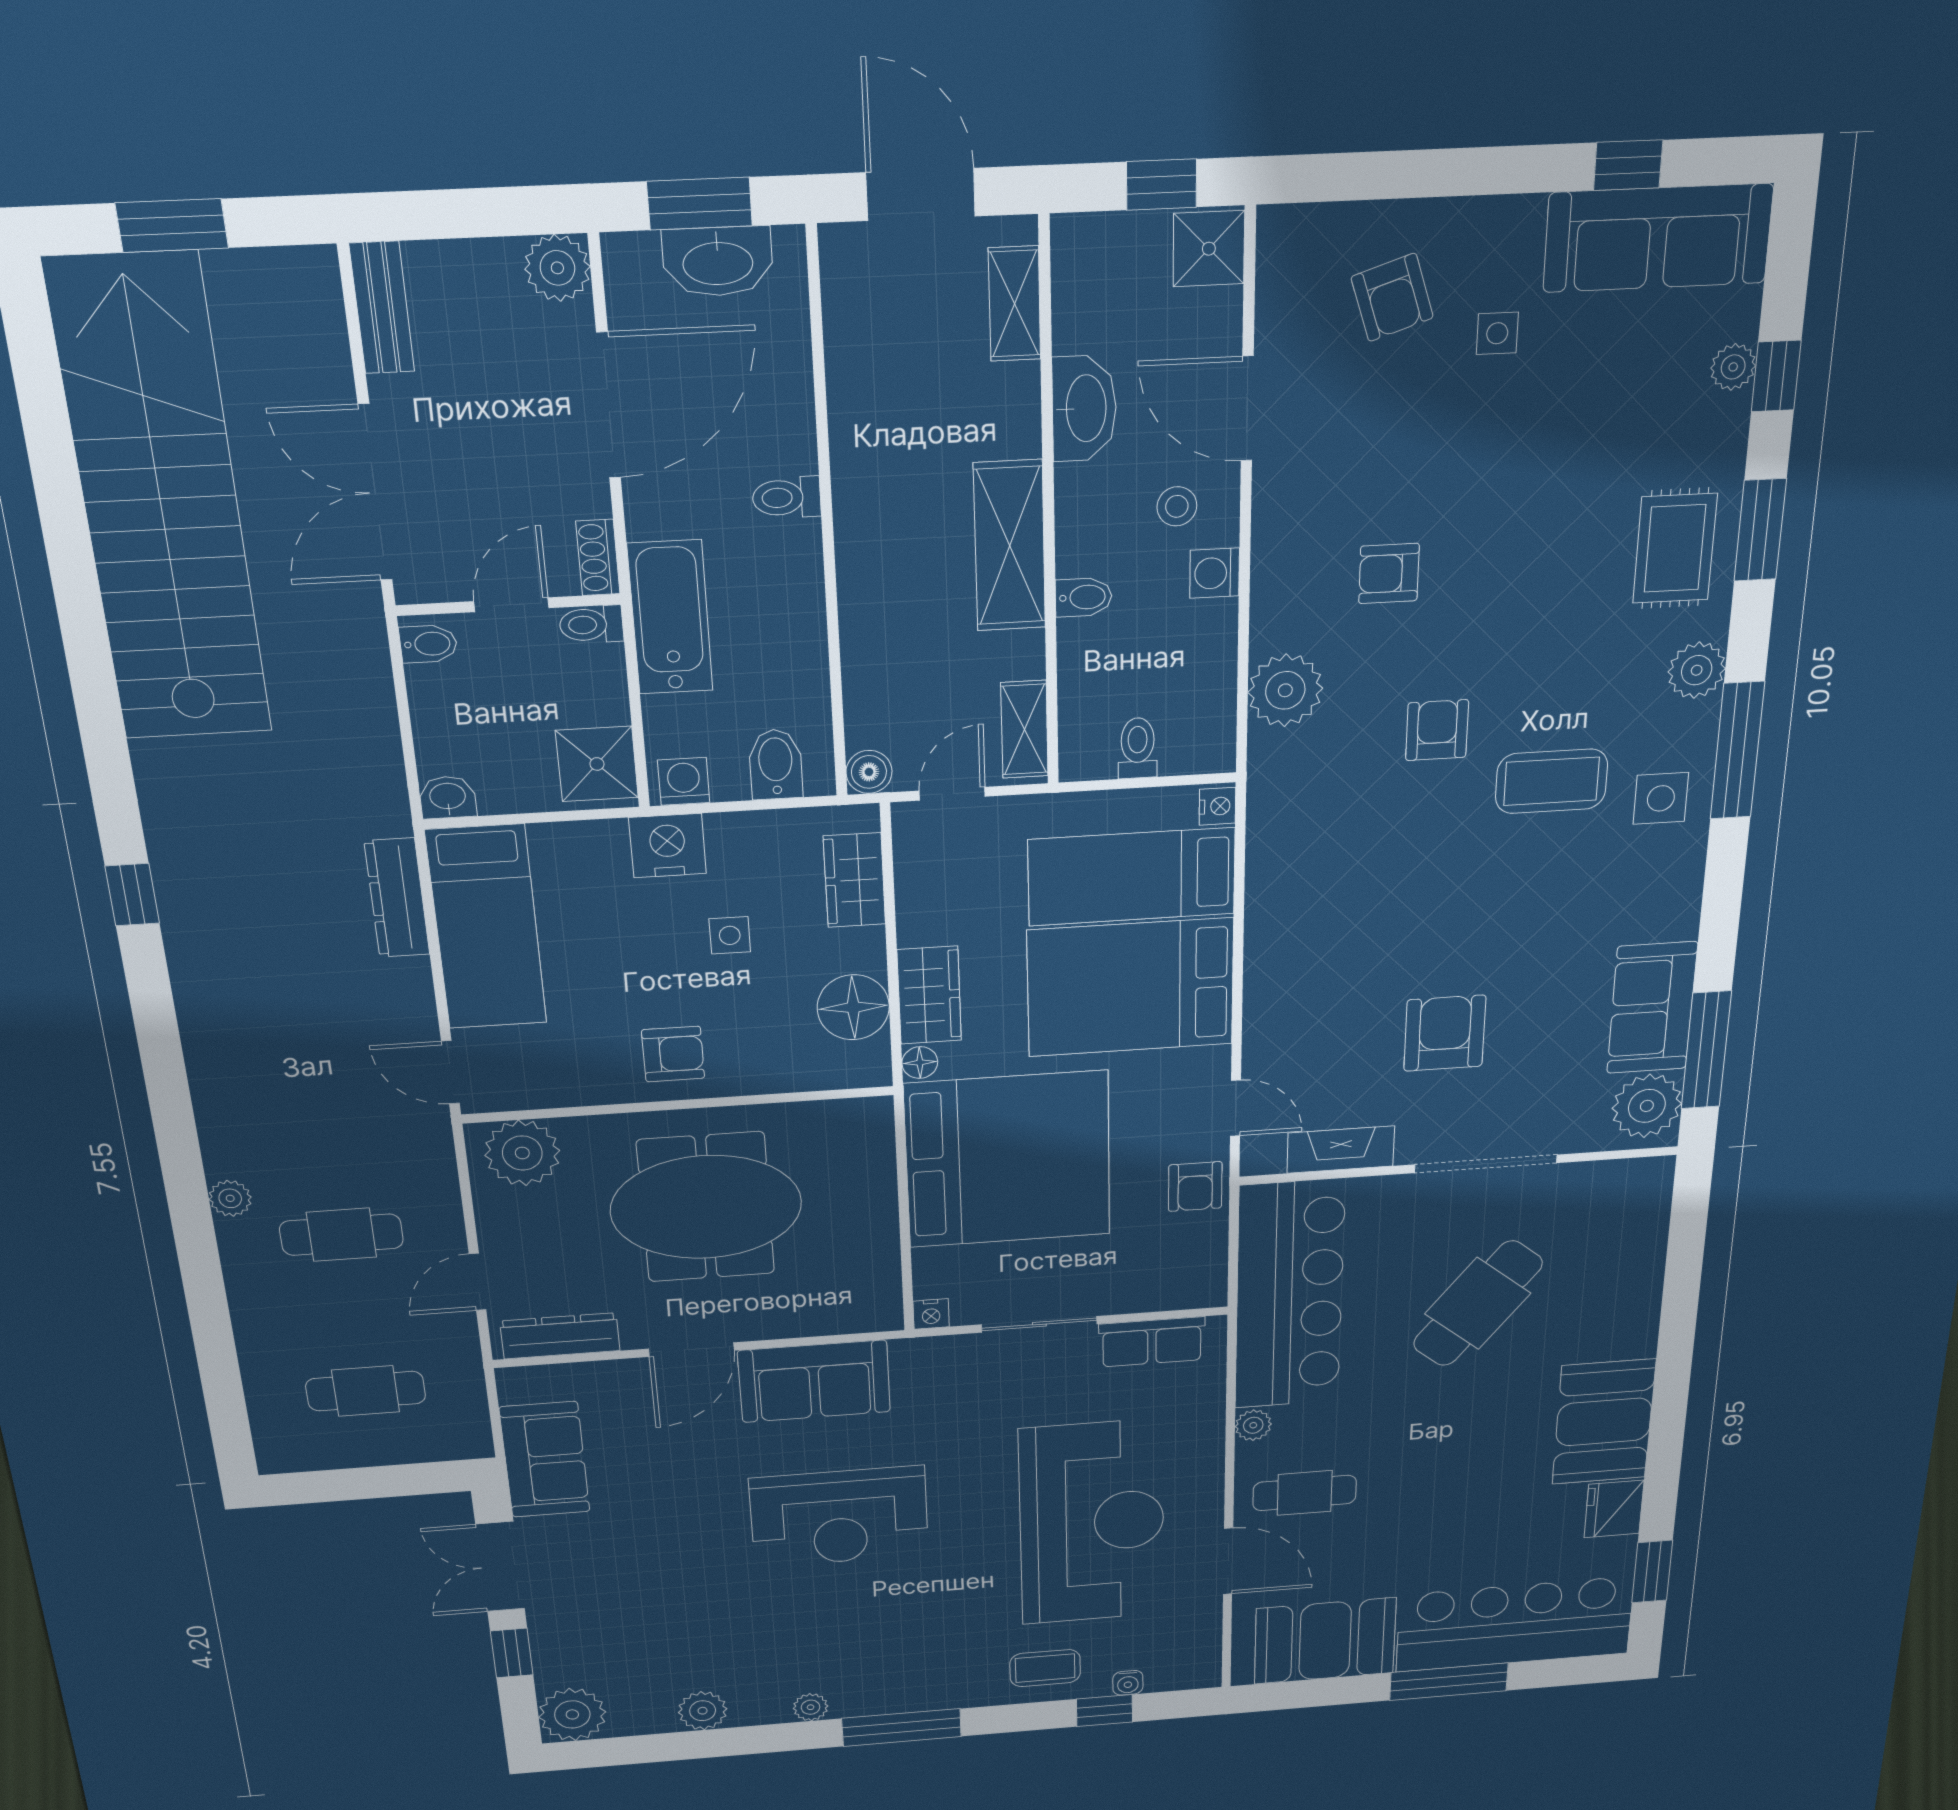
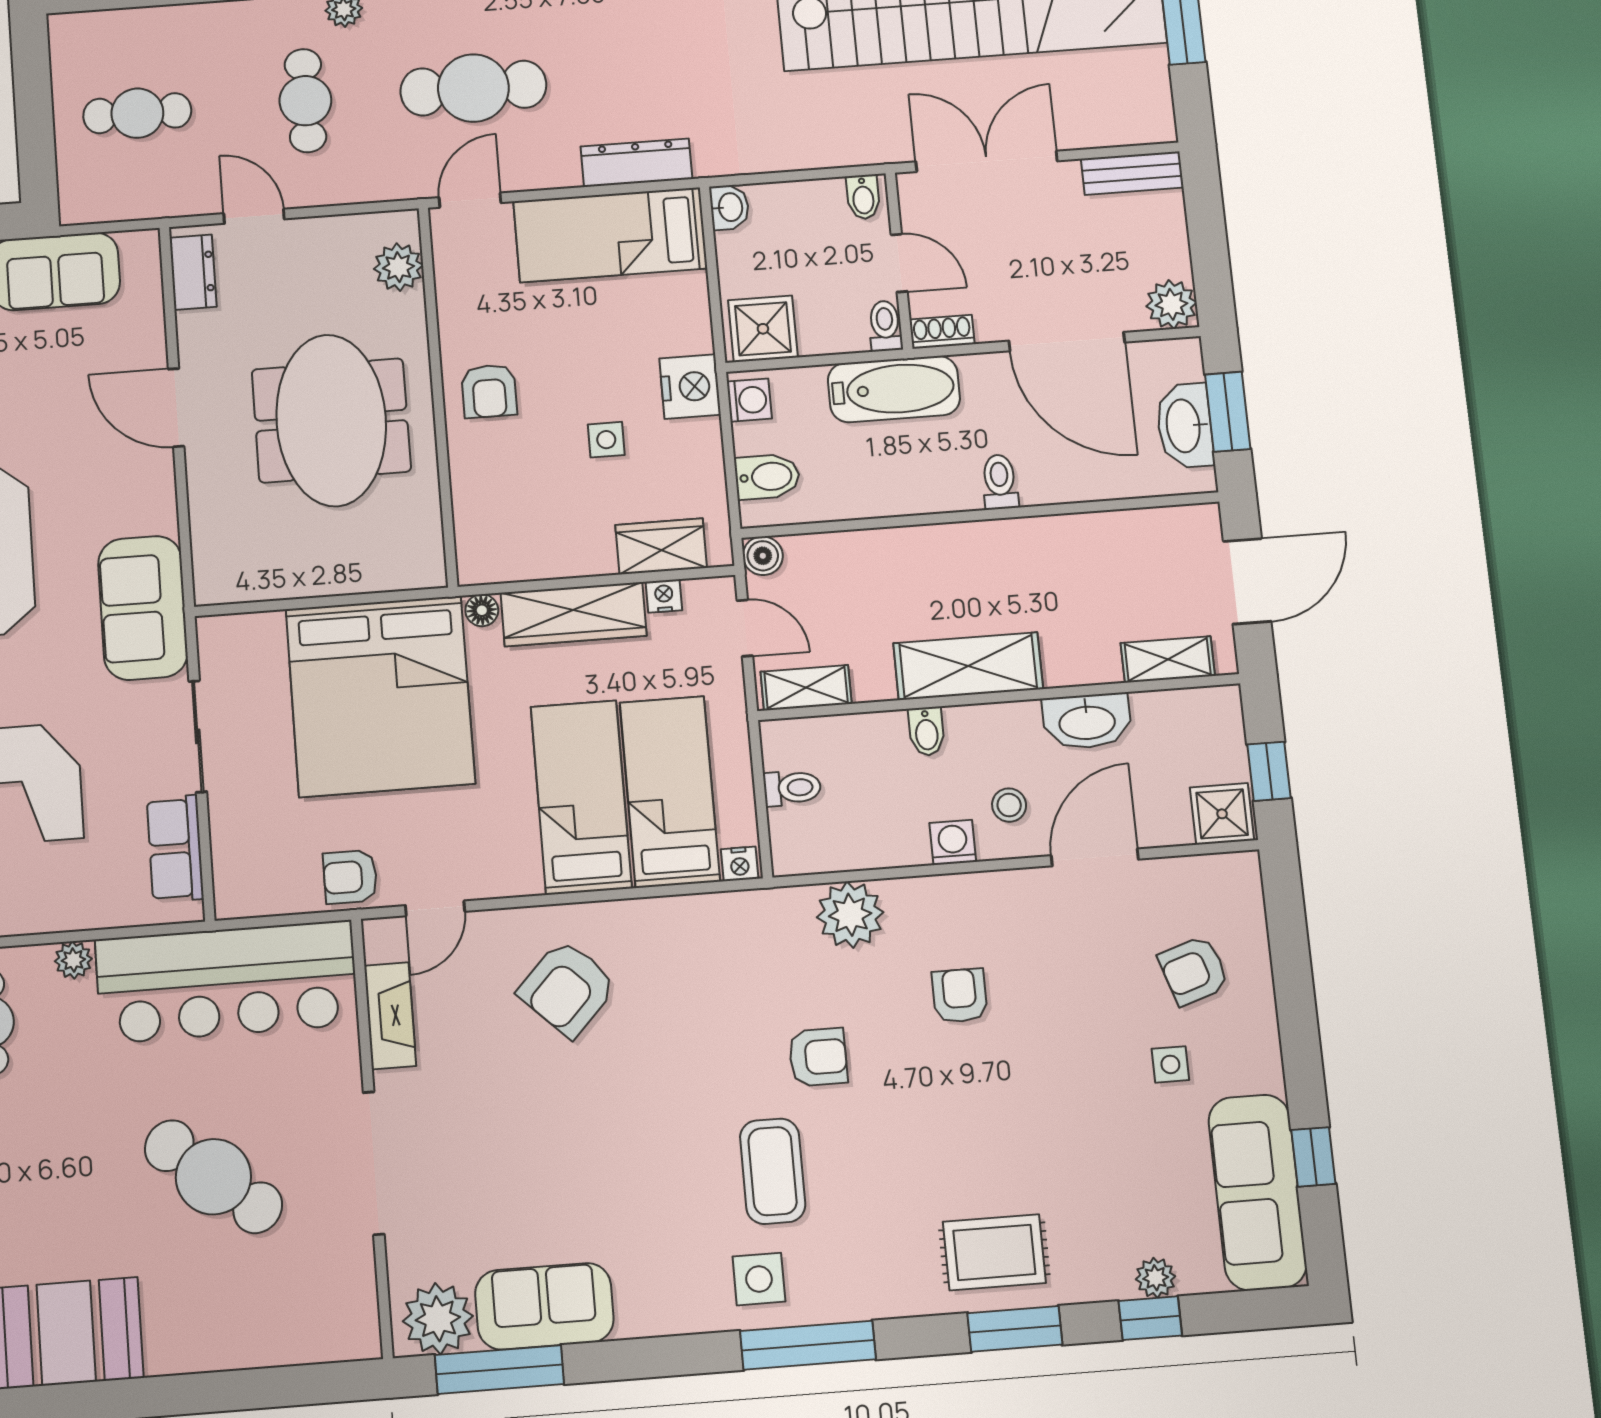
plant: (1697, 670) -> (883, 1292), removed
bed: (1131, 988) -> (581, 797), width x0.67
wardrobe: (929, 995) -> (574, 614), width x1.50
floor lamp: (853, 1007) -> (537, 549), removed
armchair: (1445, 1033) -> (567, 988), moved, turned 134
cafe table: (316, 1068) -> (473, 88), added
plant: (522, 1153) -> (398, 267), width x0.73, depth x0.73
nightstand: (931, 1314) -> (664, 596), moved, turned 90
dresser: (560, 1336) -> (193, 272), width x0.70
sofa: (814, 1381) -> (143, 608), moved
cafe table: (366, 1391) -> (137, 113), turned 90

